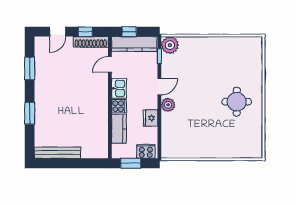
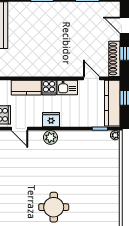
plant: (170, 45) -> (115, 135), width x0.53, depth x0.53
door: (159, 87) -> (19, 129), moved
fridge: (150, 118) -> (51, 120), moved

